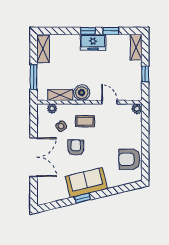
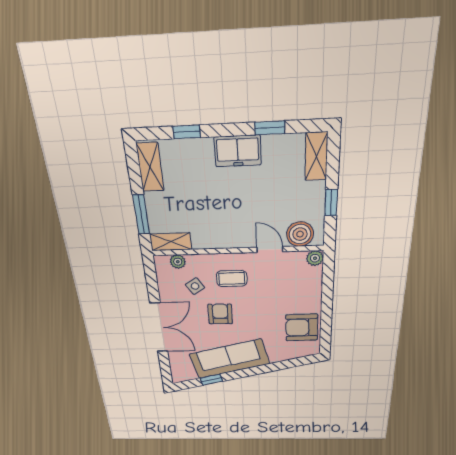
window: (88, 31) -> (187, 132), moved
boiler: (82, 93) -> (300, 234), moved
shelving: (60, 95) -> (171, 242), moved
sofa: (86, 183) -> (229, 359), width x1.36
window: (83, 198) -> (211, 380), moved

